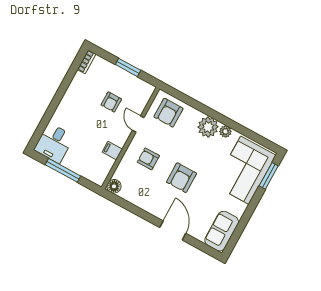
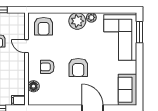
filing cabinet: (112, 151) -> (18, 100), moved
floor lamp: (114, 186) -> (33, 86), moved

